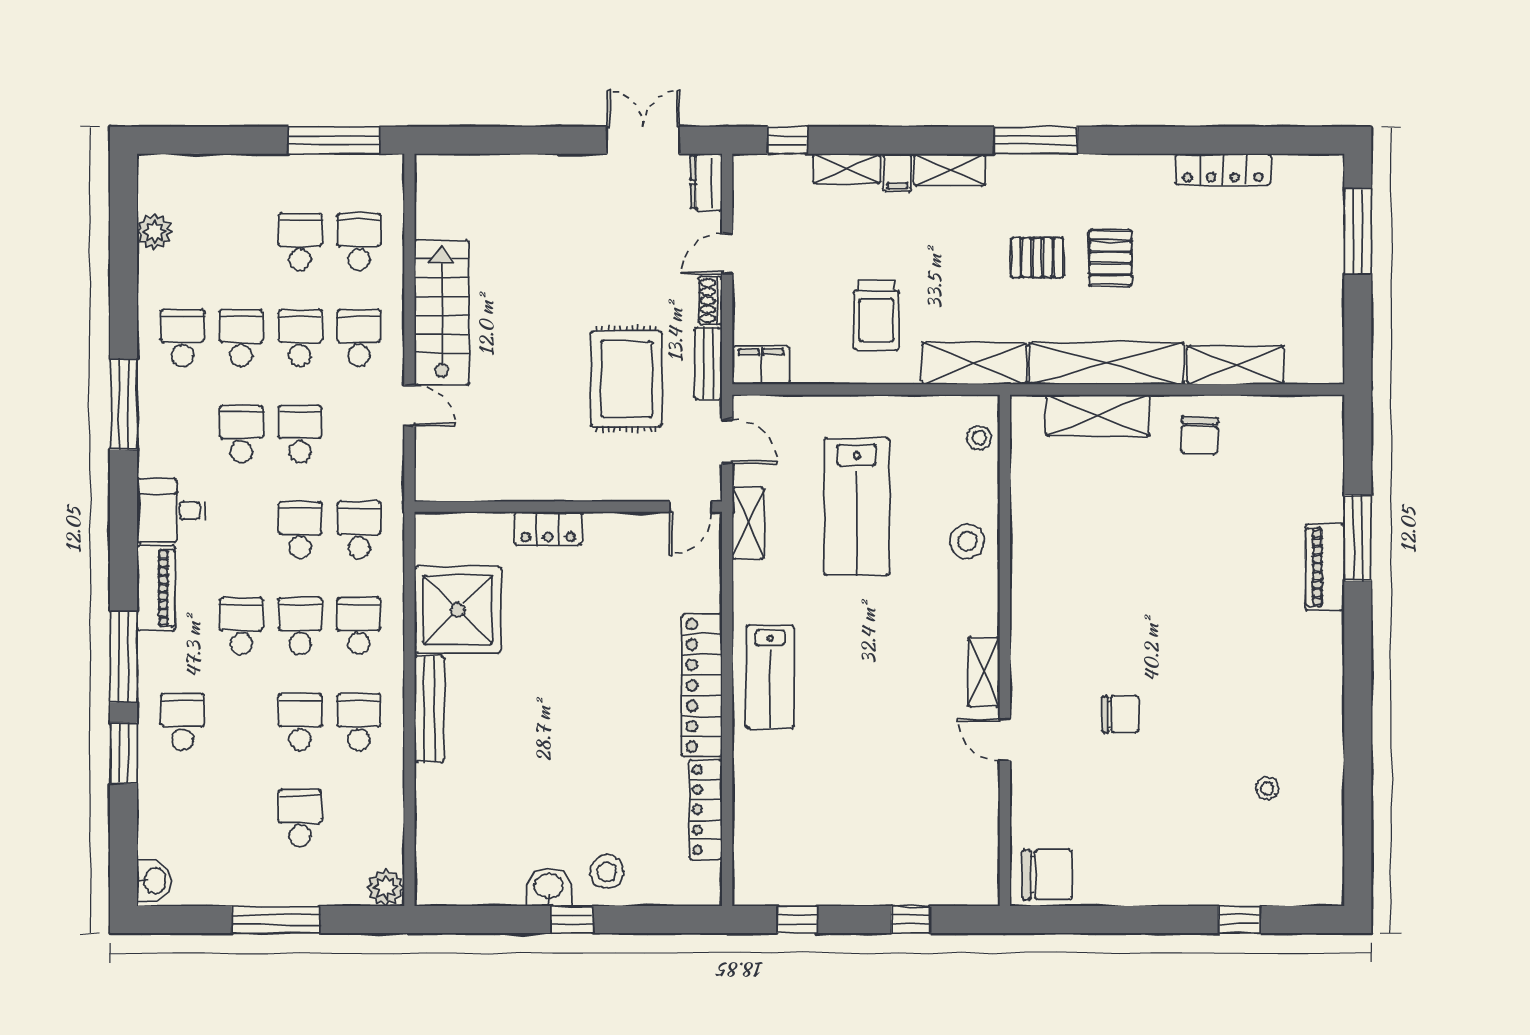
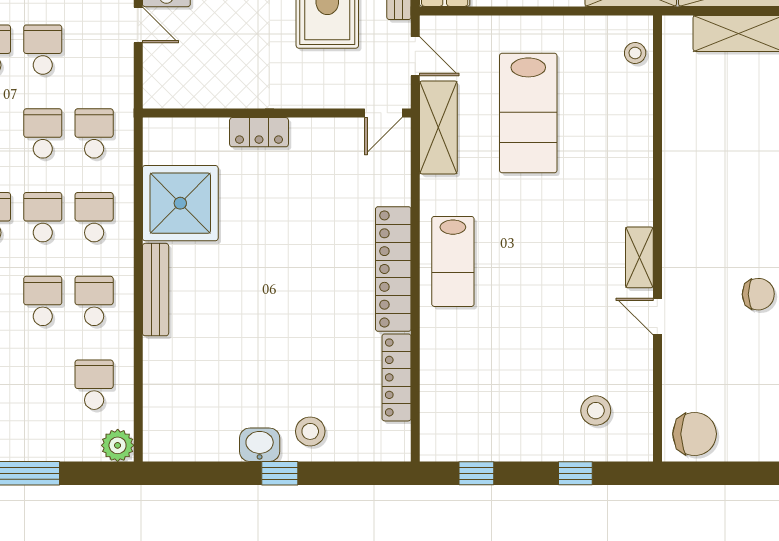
shelving: (748, 523) -> (438, 127), width x1.50, depth x1.33
stool: (967, 541) -> (596, 411), moved
school desk: (300, 818) -> (94, 385), moved

